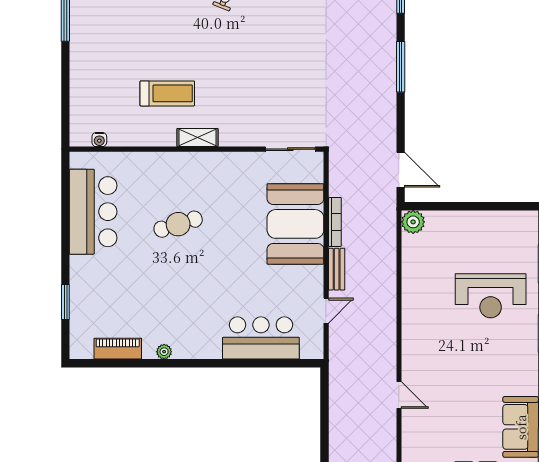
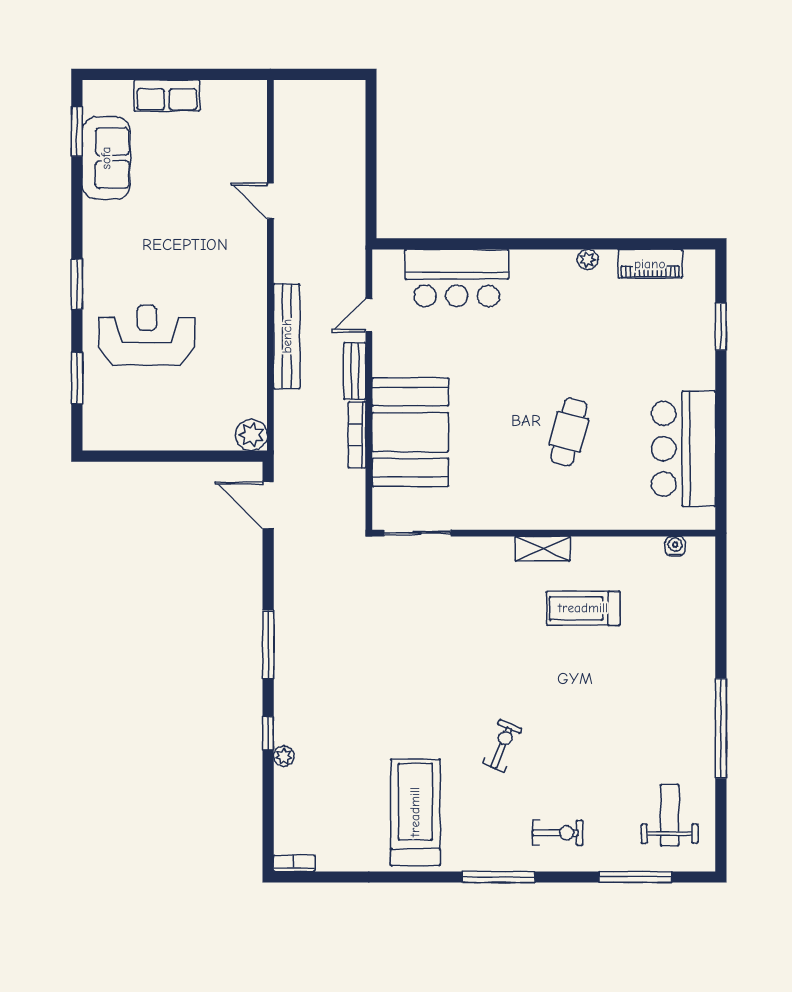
cafe table: (178, 224) -> (569, 432), turned -59
bench: (387, 295) -> (287, 336), added

